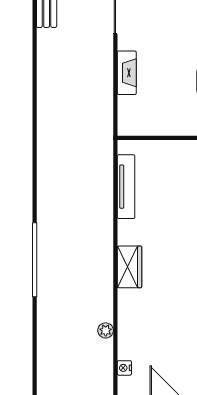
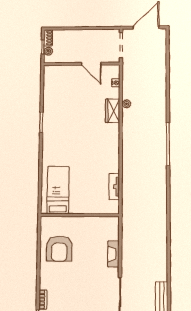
tv unit: (126, 187) -> (114, 187), width x0.71
wardrobe: (129, 267) -> (113, 111), moved

